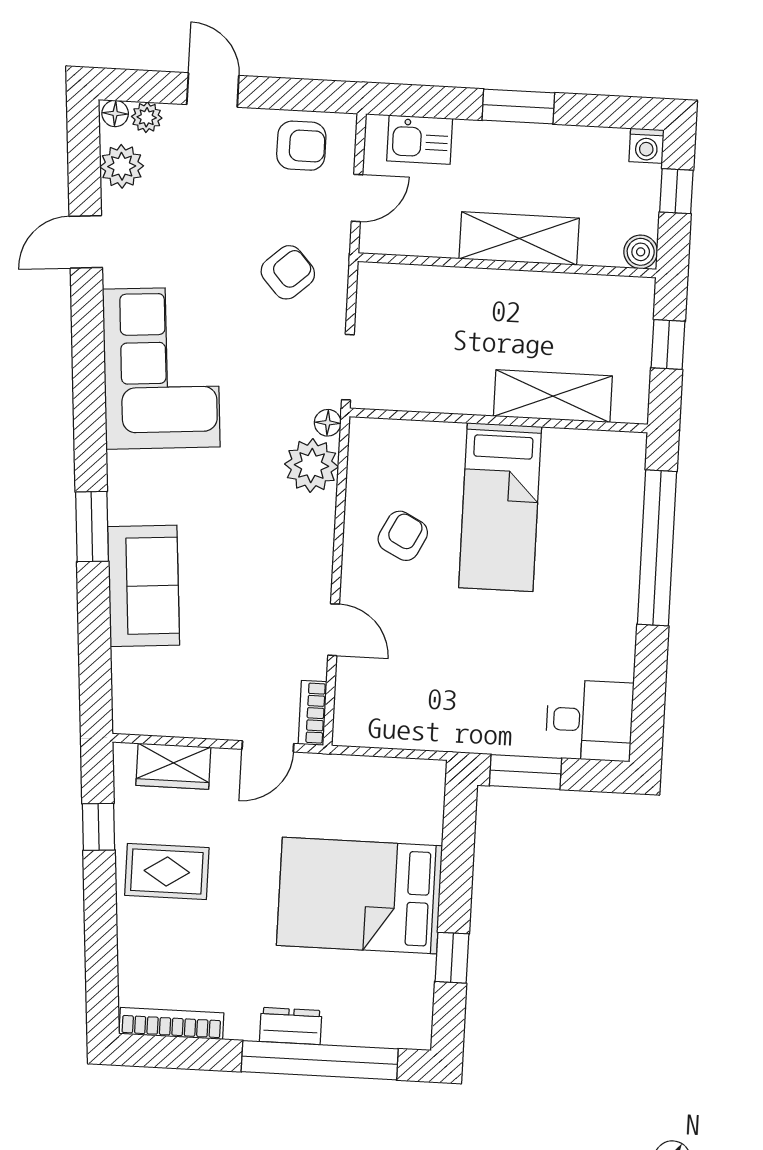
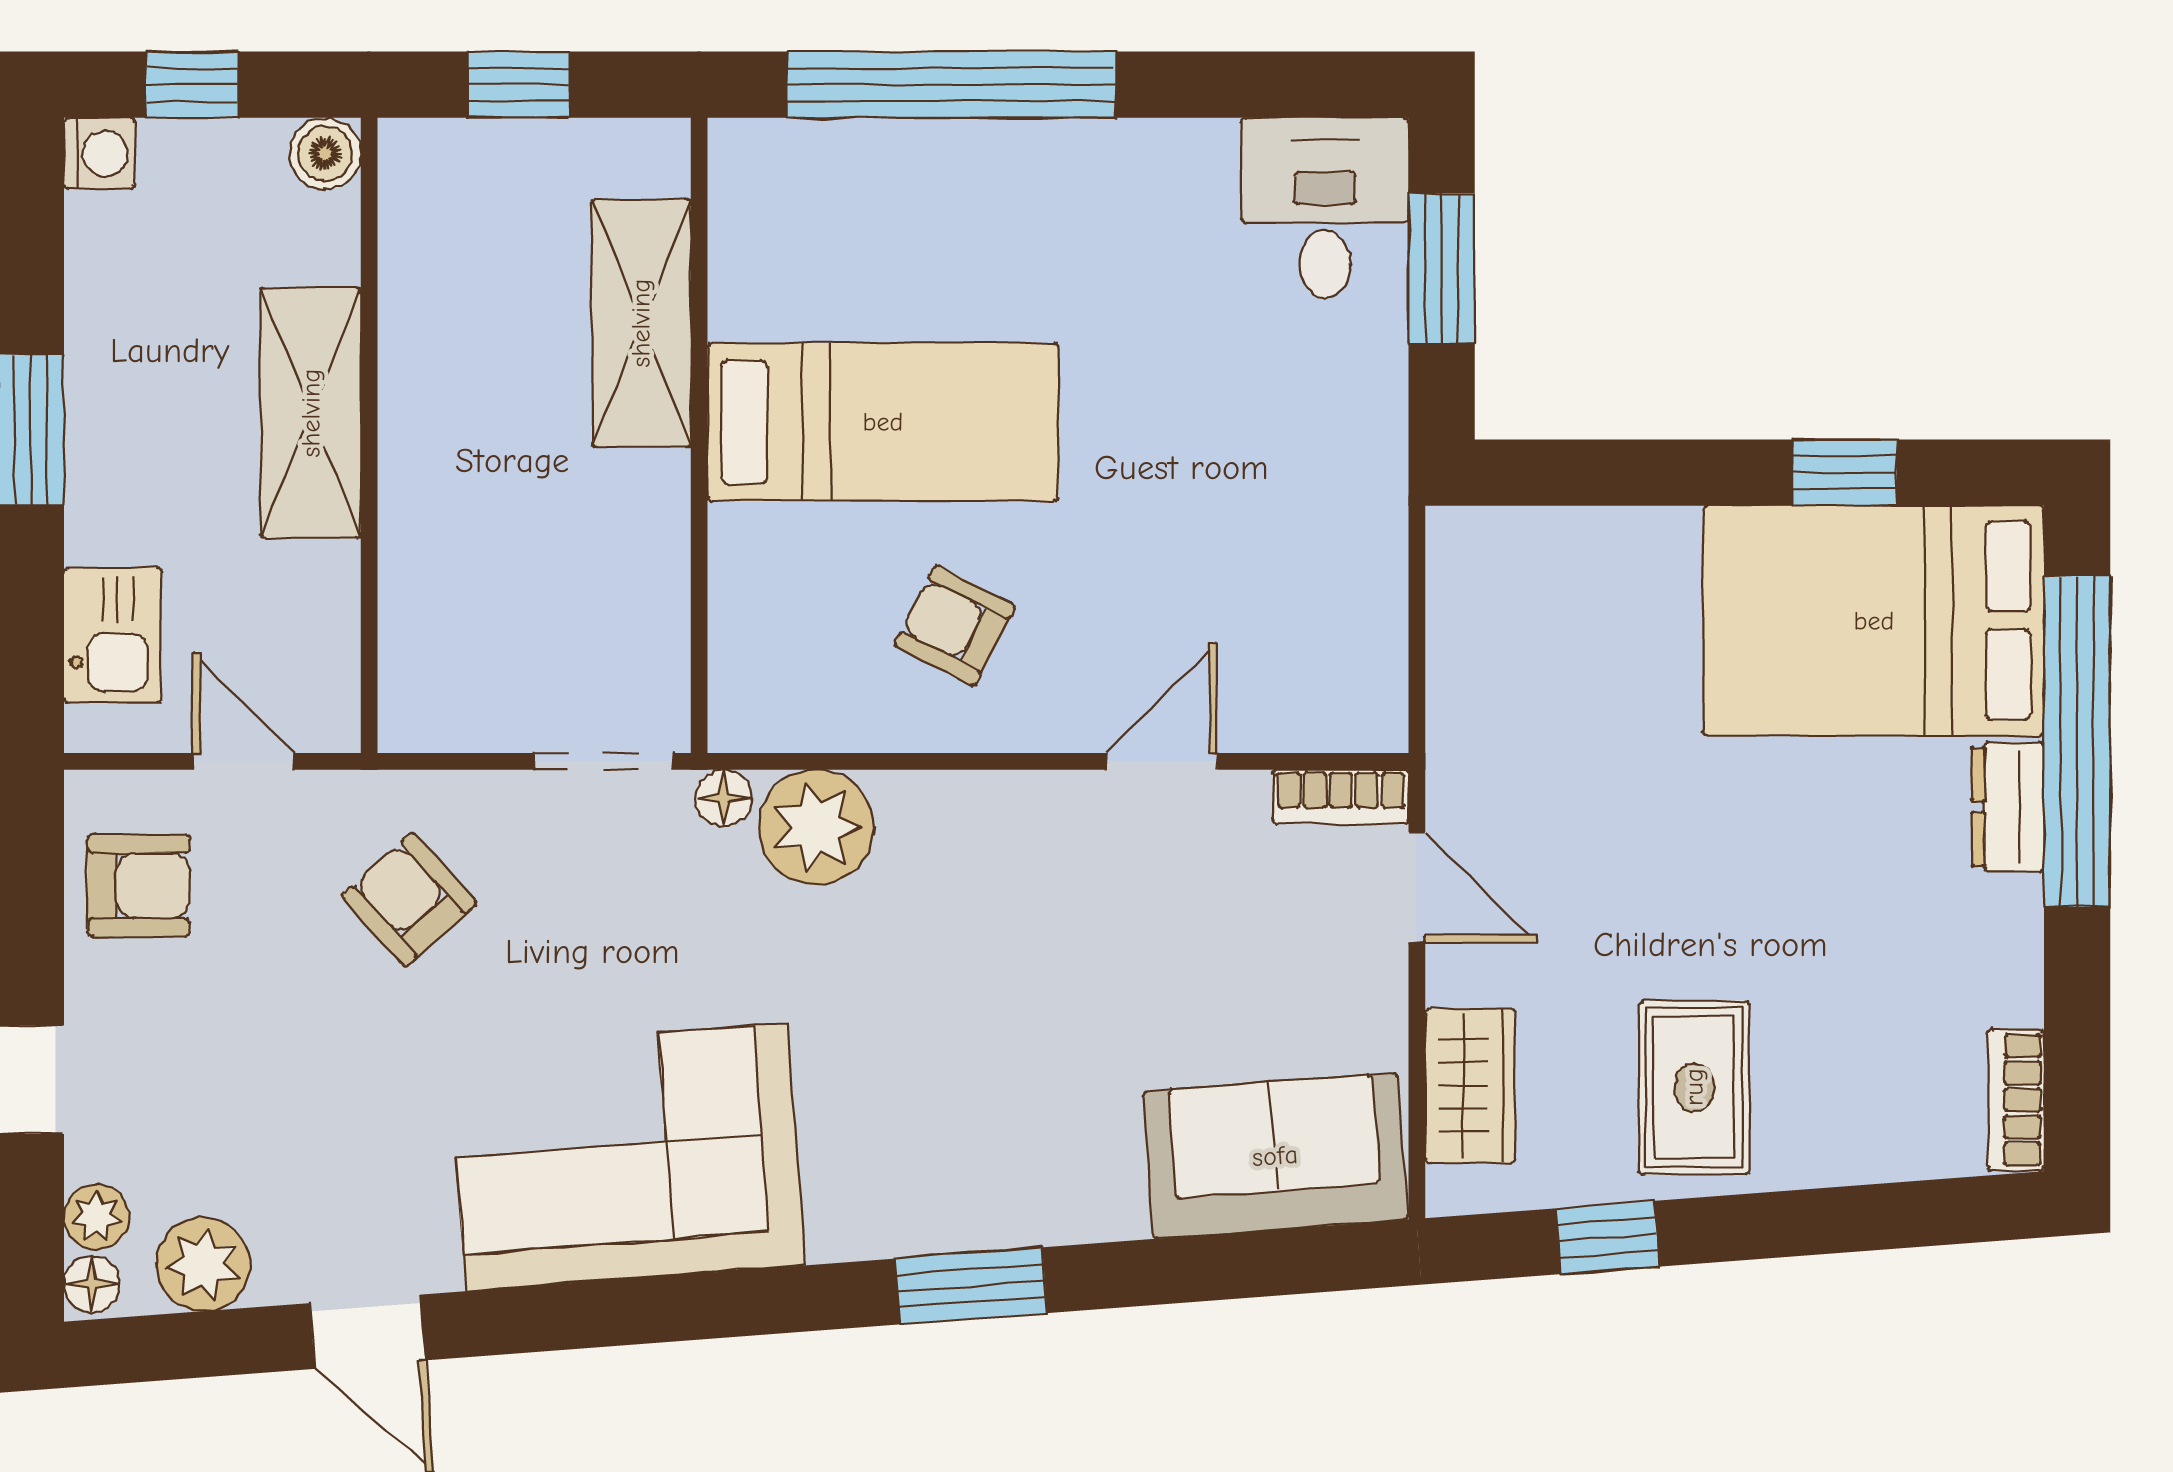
armchair: (301, 146) -> (139, 886), turned 90
sofa: (144, 586) -> (1275, 1156), moved
window: (526, 772) -> (1442, 268), moved
bed: (359, 896) -> (1874, 621), moved, turned 90
bookcase: (171, 1023) -> (2016, 1100), width x0.64

